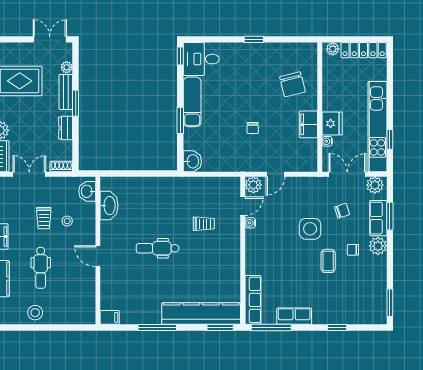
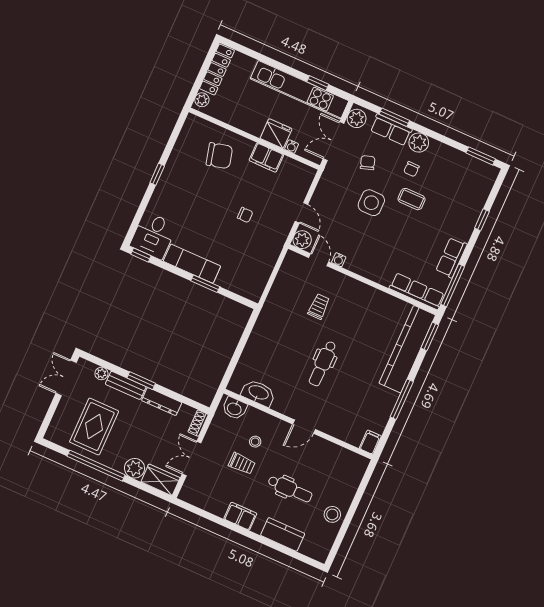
dresser: (66, 128) -> (162, 402), width x1.44
washbasin: (192, 161) -> (251, 290), removed

